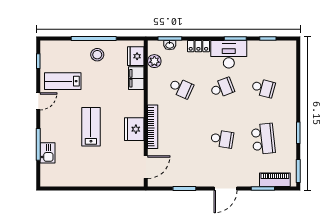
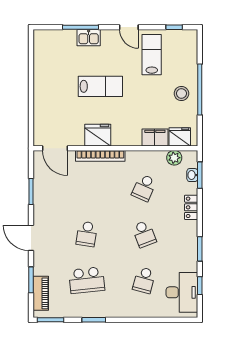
desk: (229, 54) -> (182, 292), moved
kitchen sink: (48, 153) -> (89, 38), moved

